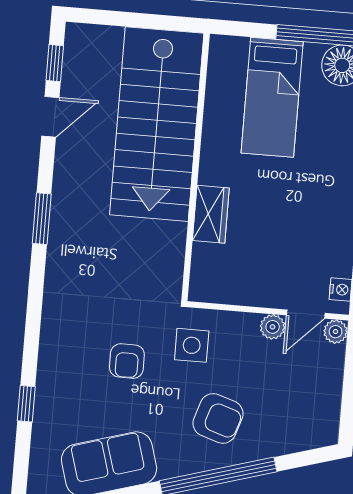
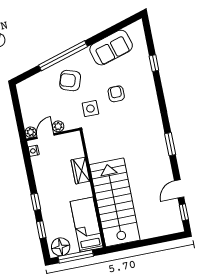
stairs: (157, 124) -> (115, 202), moved
wall: (196, 167) -> (93, 189), moved
wardrobe: (211, 214) -> (80, 171), moved

